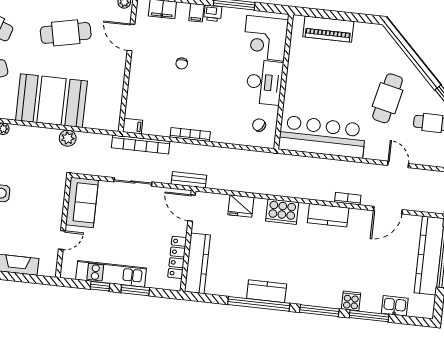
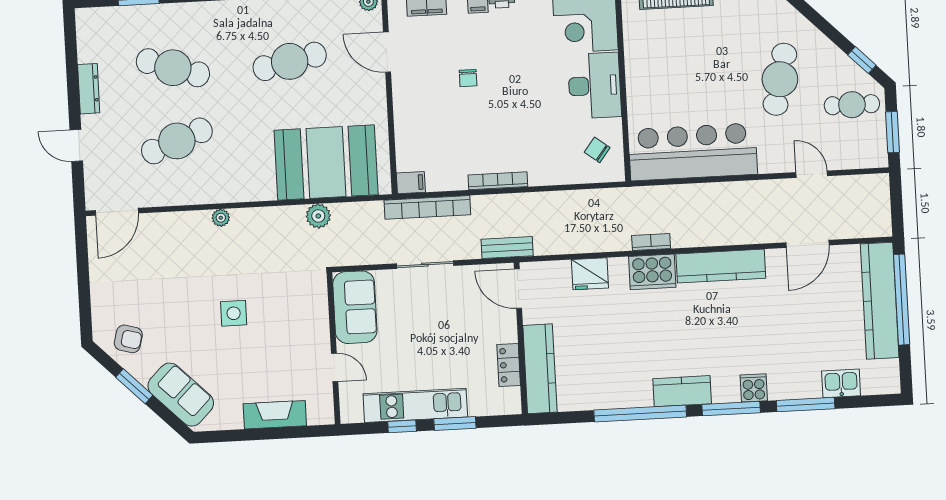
booth: (51, 101) -> (326, 162), moved
bookcase: (348, 199) -> (651, 242), moved
kitchen counter: (328, 215) -> (721, 266), width x1.50
door: (62, 240) -> (335, 367), hinge flipped
locker: (177, 257) -> (509, 365), width x0.66
kitchen counter: (267, 291) -> (682, 391), moved
cooker: (351, 301) -> (754, 388), moved

